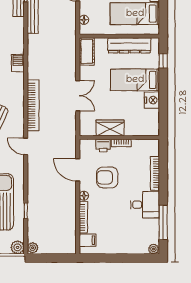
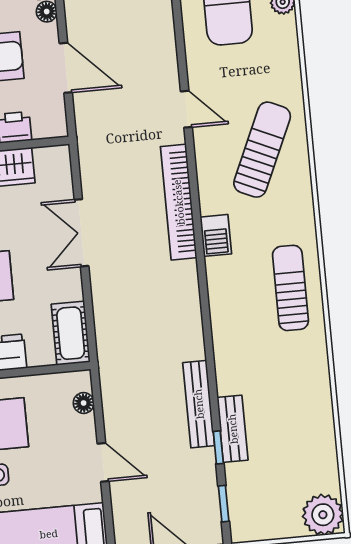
barbecue: (18, 63) -> (216, 235), moved

